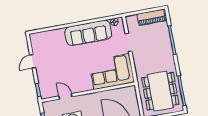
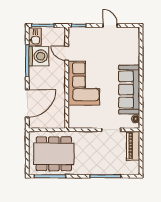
piano: (151, 17) -> (133, 146), moved
corner sofa: (112, 72) -> (84, 83), moved
door: (66, 96) -> (67, 53), swing flipped

